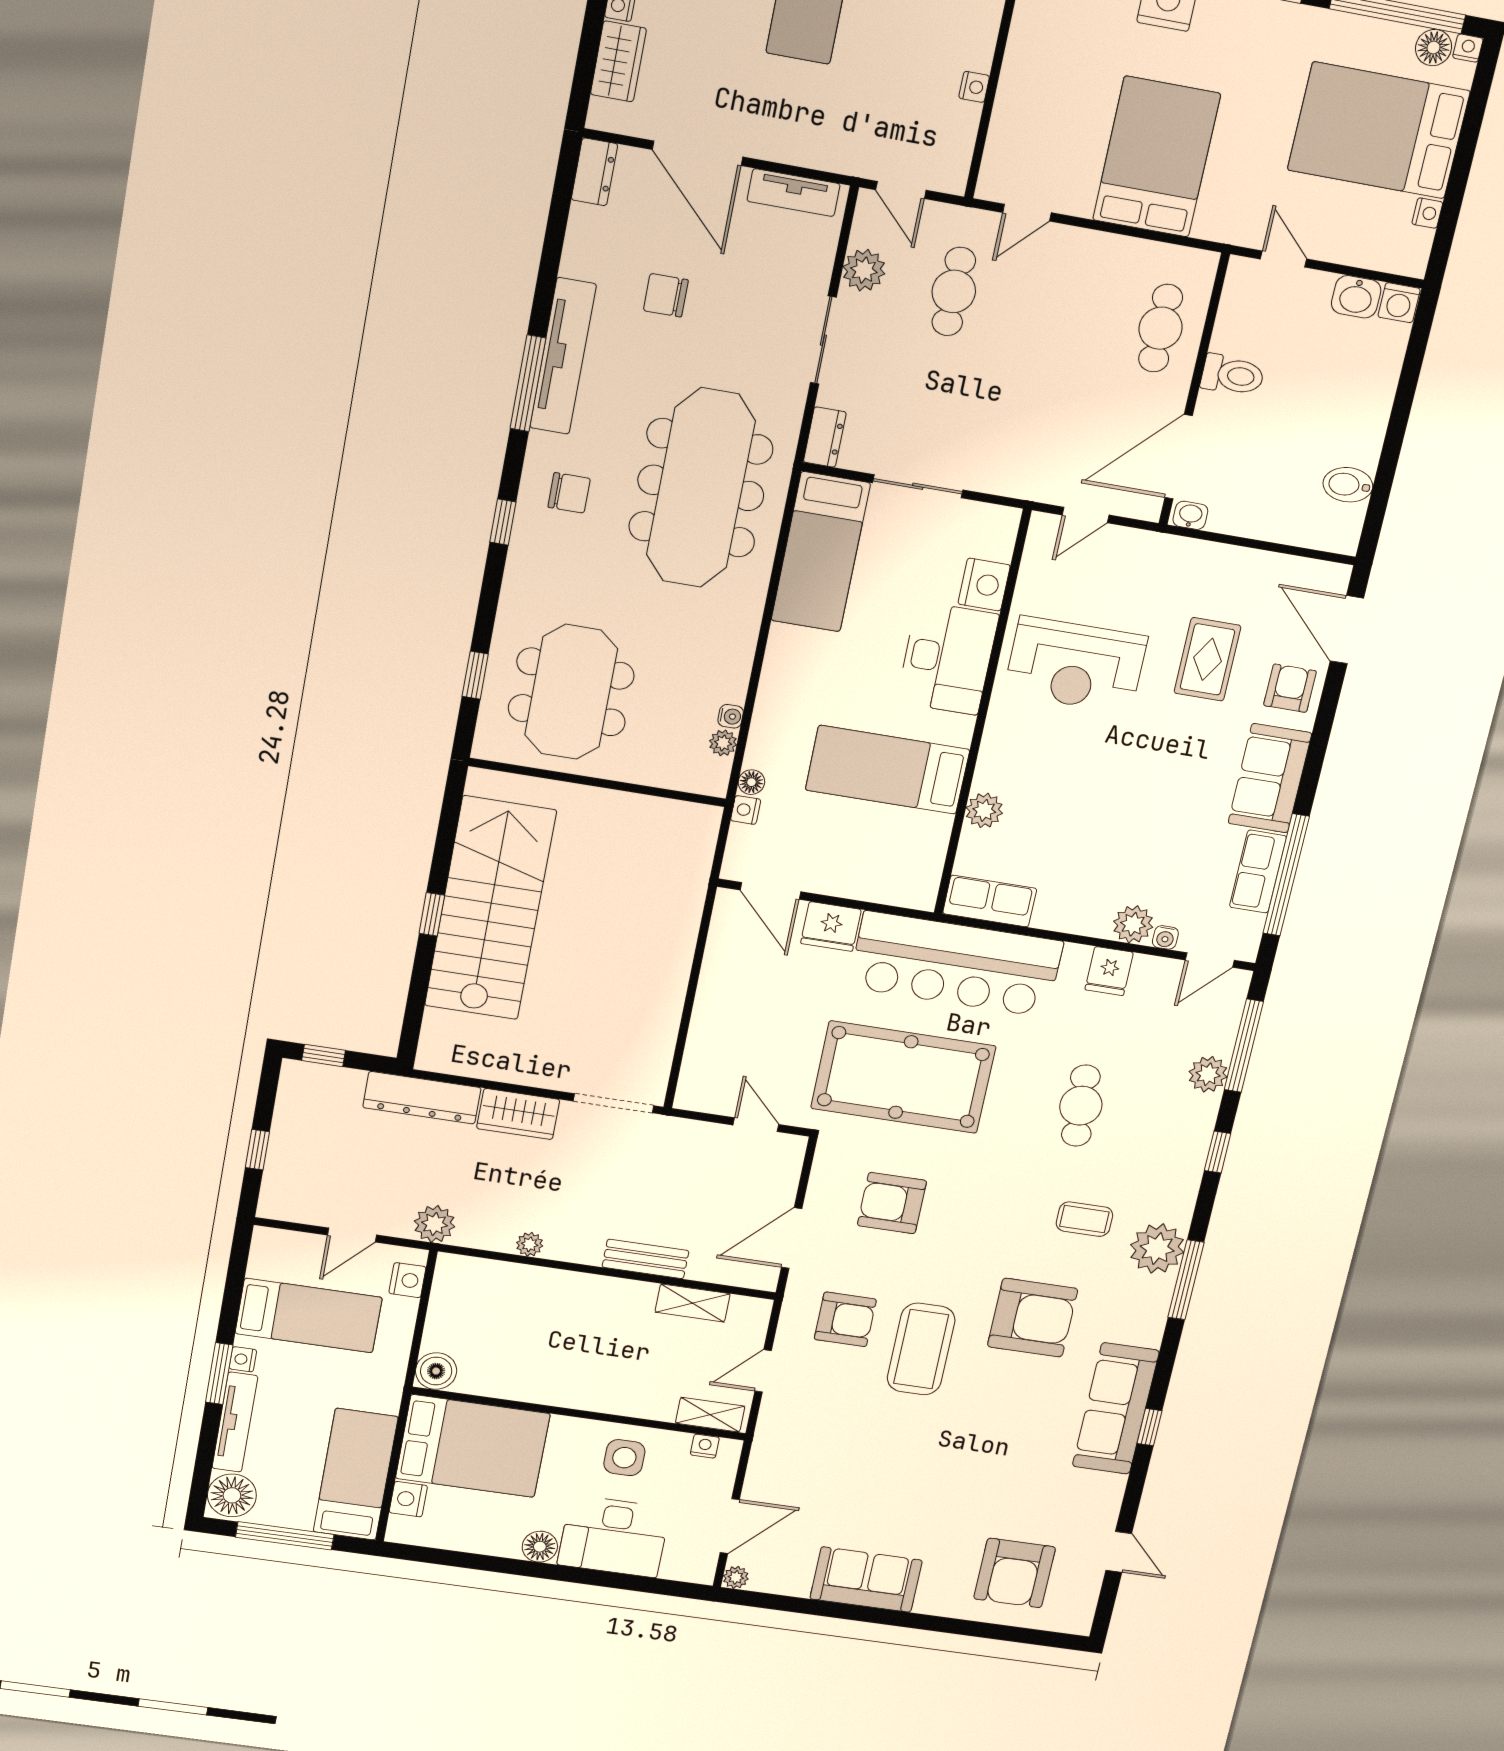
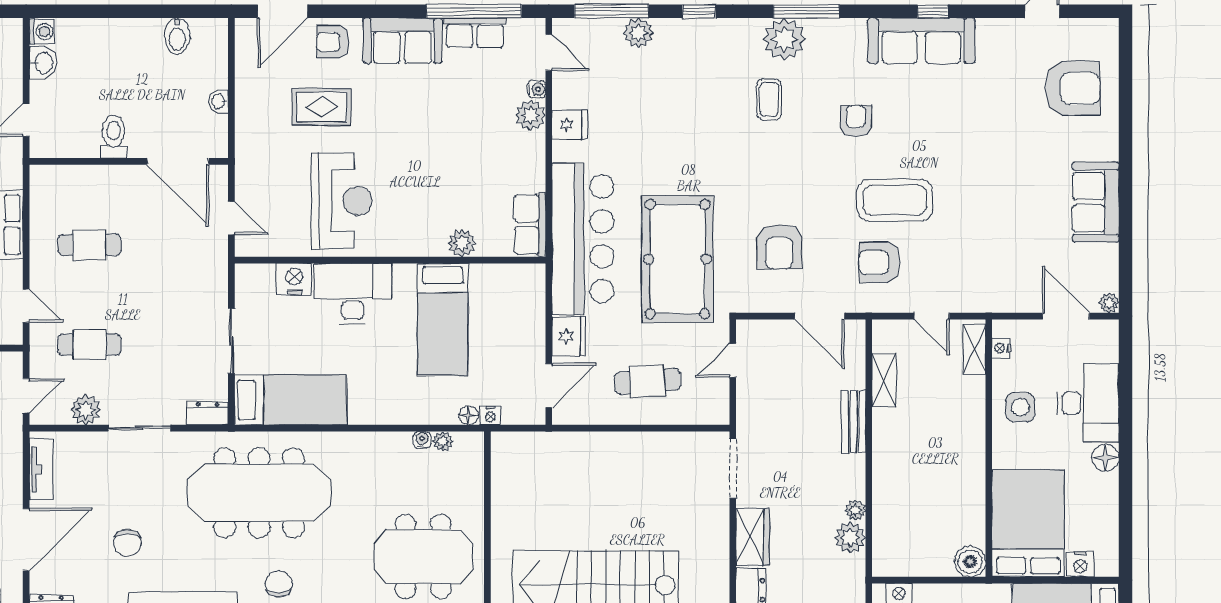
cafe table: (1161, 328) -> (89, 245), moved
washbasin: (1190, 515) -> (219, 102), moved
cafe table: (1081, 1106) -> (647, 381), moved
plant: (435, 1224) -> (850, 538), moved
armchair: (1033, 1318) -> (856, 121), width x0.53, depth x0.53
armchair: (845, 1319) -> (879, 263), turned -90

